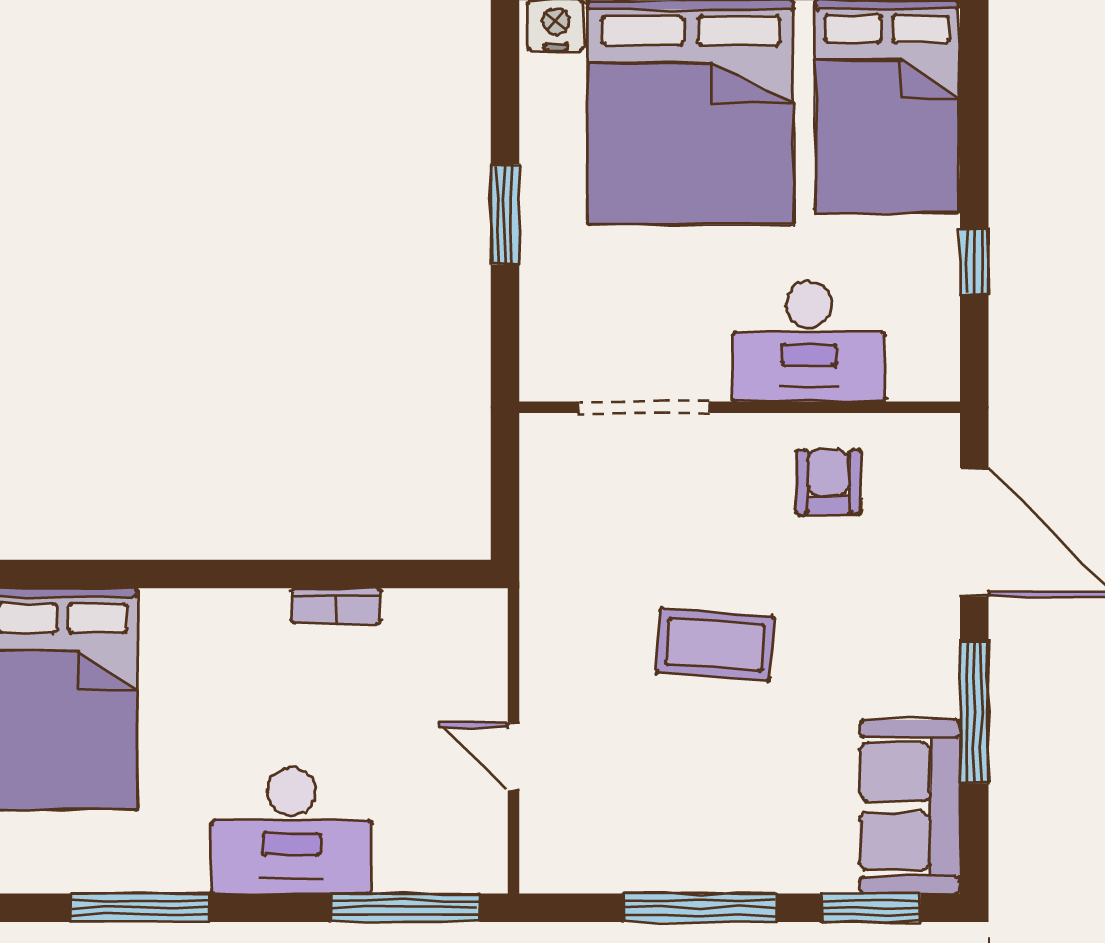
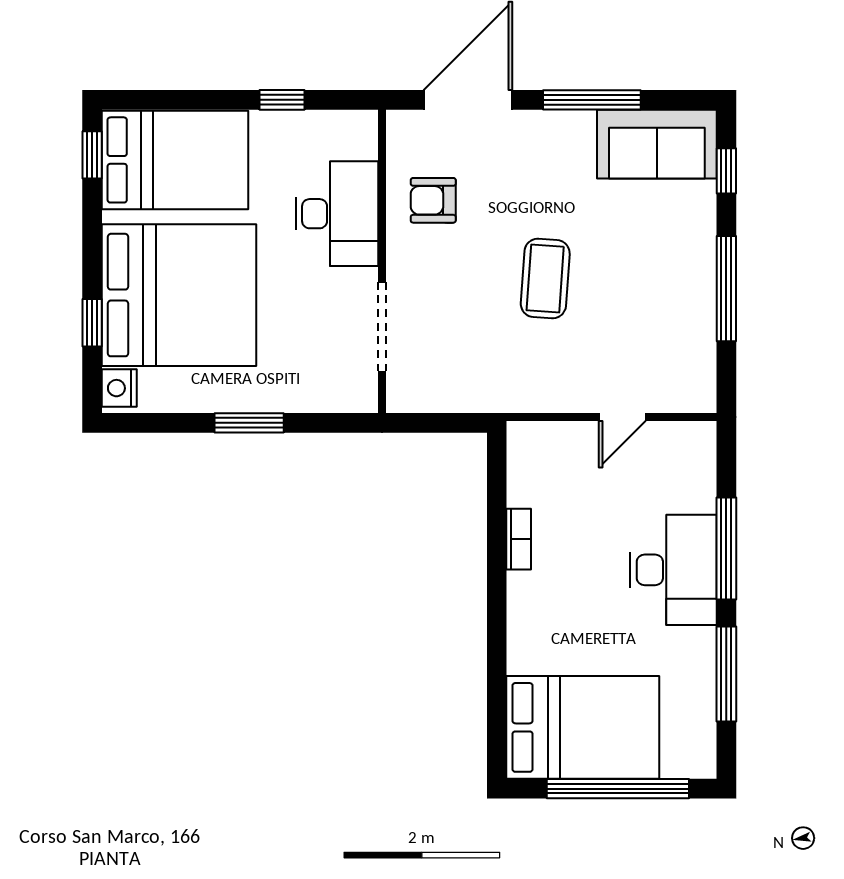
window: (405, 908) -> (726, 549), moved
window: (871, 908) -> (726, 171), width x0.67

